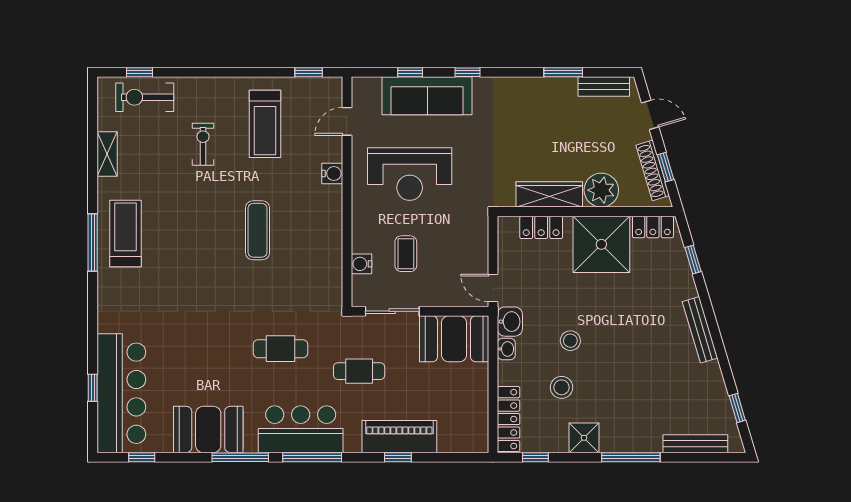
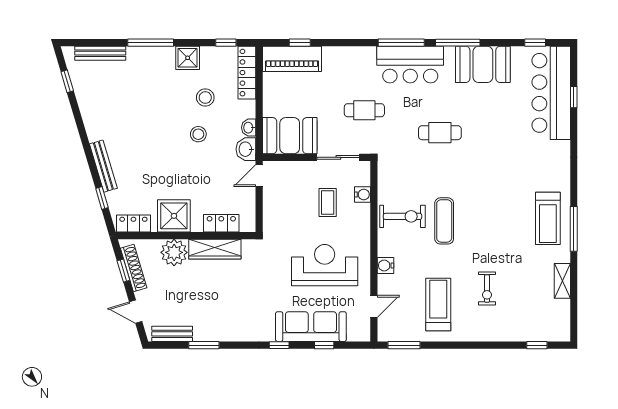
window: (309, 72) -> (404, 345), width x1.50
exercise bike: (145, 97) -> (403, 216), moved
window: (93, 243) -> (574, 229), moved
shower: (601, 244) -> (174, 216), width x0.73, depth x0.73
door: (493, 288) -> (259, 176), swing flipped
bench: (700, 330) -> (103, 166), moved
cafe table: (280, 349) -> (440, 133), moved
piano: (399, 437) -> (292, 59), moved
window: (398, 457) -> (300, 43), moved

